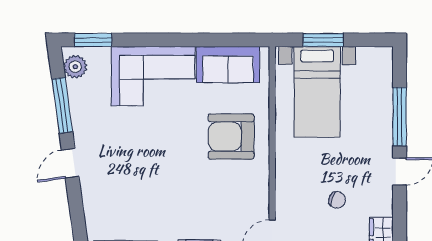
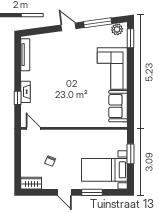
bed with nightstands: (317, 92) -> (104, 170), moved
window: (400, 117) -> (92, 192), width x0.69
armchair: (231, 137) -> (82, 108), removed

